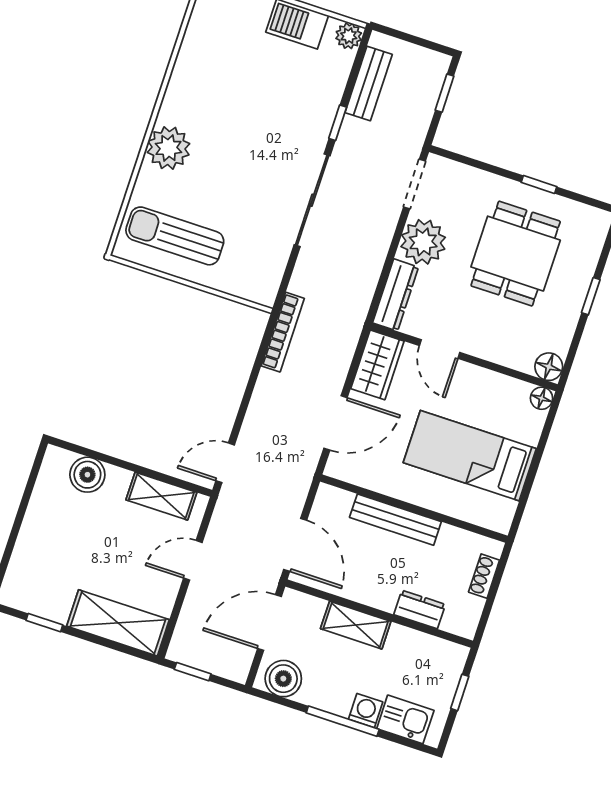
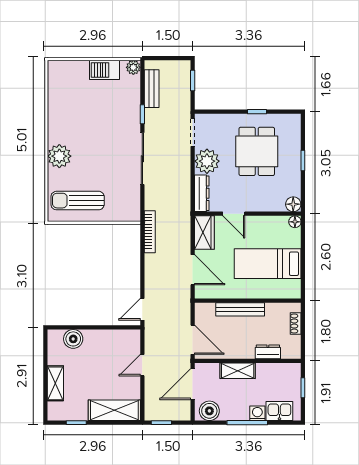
door: (335, 423) -> (193, 270), hinge flipped
shelving: (161, 496) -> (55, 383), moved, turned 90

